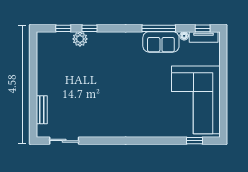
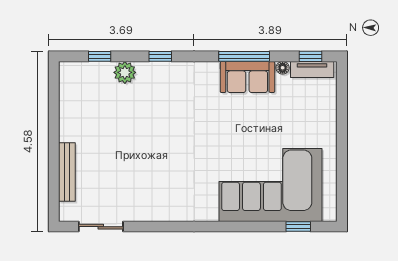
window: (90, 28) -> (160, 56), moved
corner sofa: (196, 100) -> (271, 185), moved, turned 90
bench: (42, 110) -> (67, 172), width x1.36

